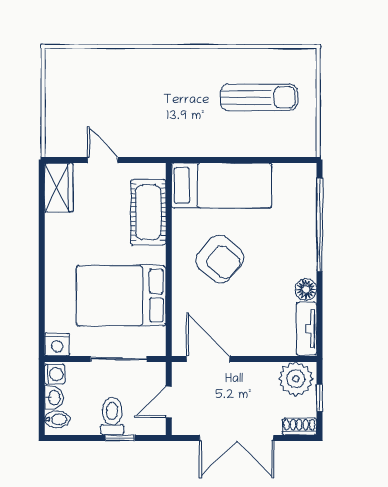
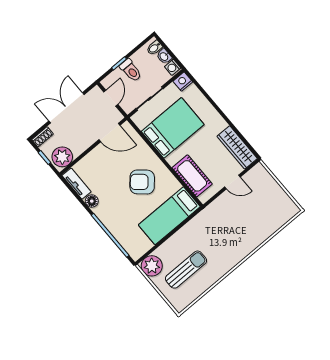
sun lounger: (259, 97) -> (186, 270), turned 180
plant: (299, 140) -> (152, 266), added
wardrobe: (59, 187) -> (237, 147), width x1.50

